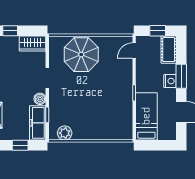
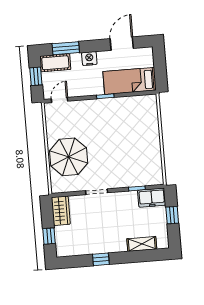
door: (134, 51) -> (59, 100), swing flipped
window: (181, 76) -> (66, 48), moved
boiler: (40, 99) -> (120, 198), removed
freezer: (38, 123) -> (152, 198), width x0.71
plant: (65, 133) -> (155, 168), removed

